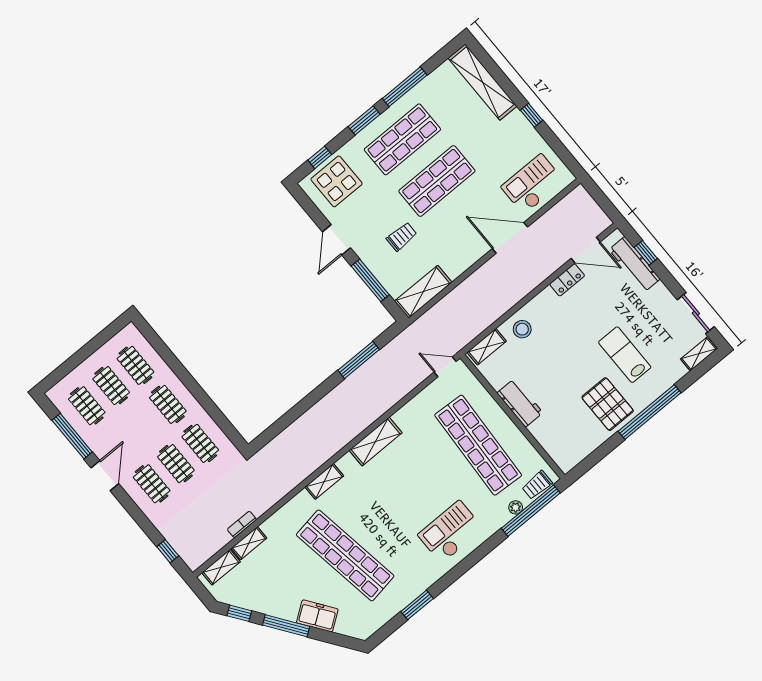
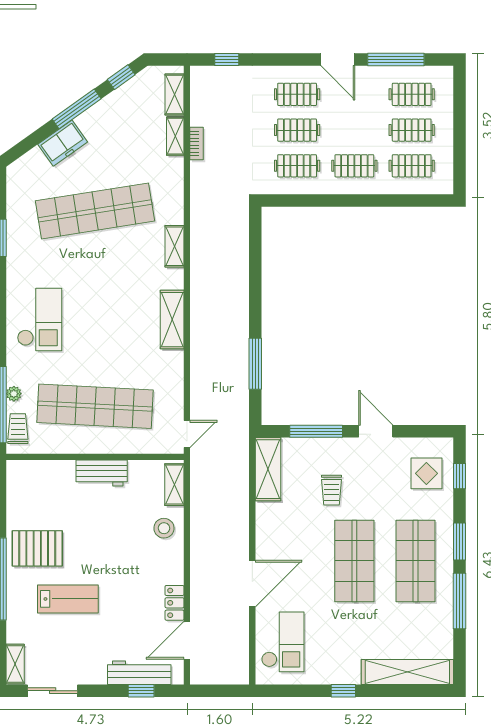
display table: (337, 181) -> (426, 473), width x0.73, depth x0.73

